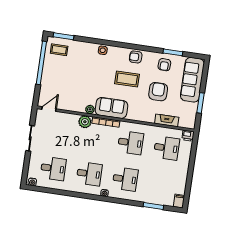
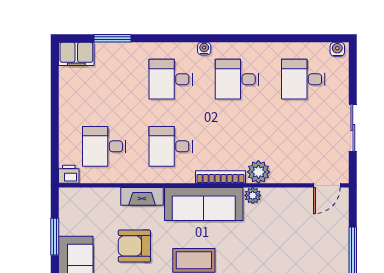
armchair: (158, 92) -> (134, 246), turned 90
sofa: (112, 108) -> (204, 204), width x1.36
fireplace: (167, 120) -> (142, 196), moved
filing cabinet: (179, 201) -> (76, 54), width x2.00

